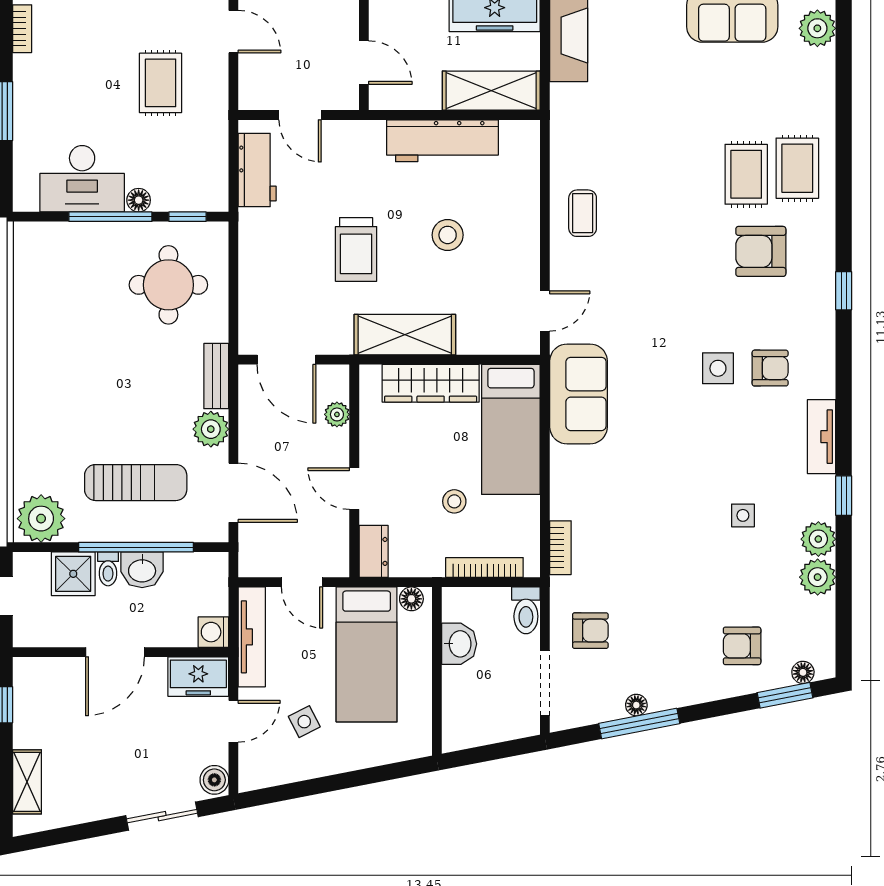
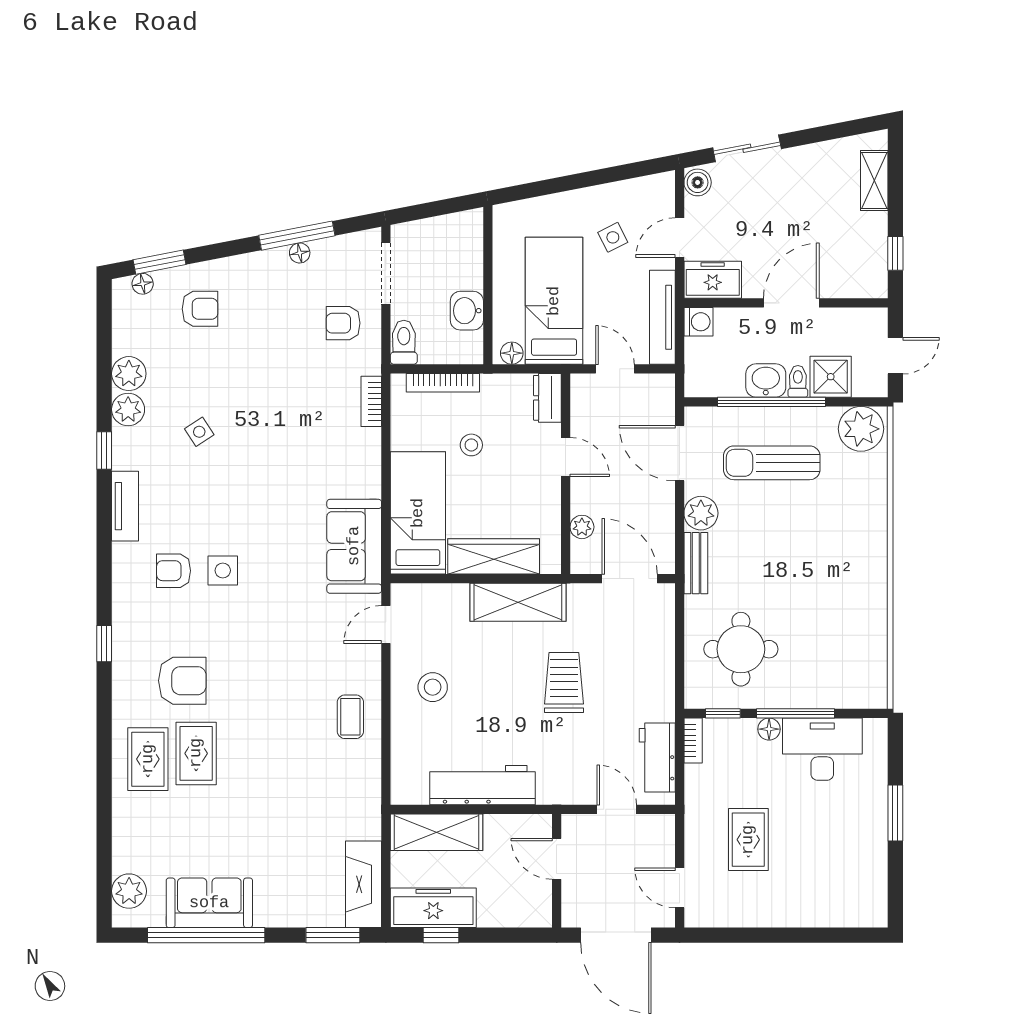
bookcase: (22, 29) -> (693, 740), moved, turned 180
stool: (448, 235) -> (433, 687), moved
side table: (743, 515) -> (199, 432), turned -33

